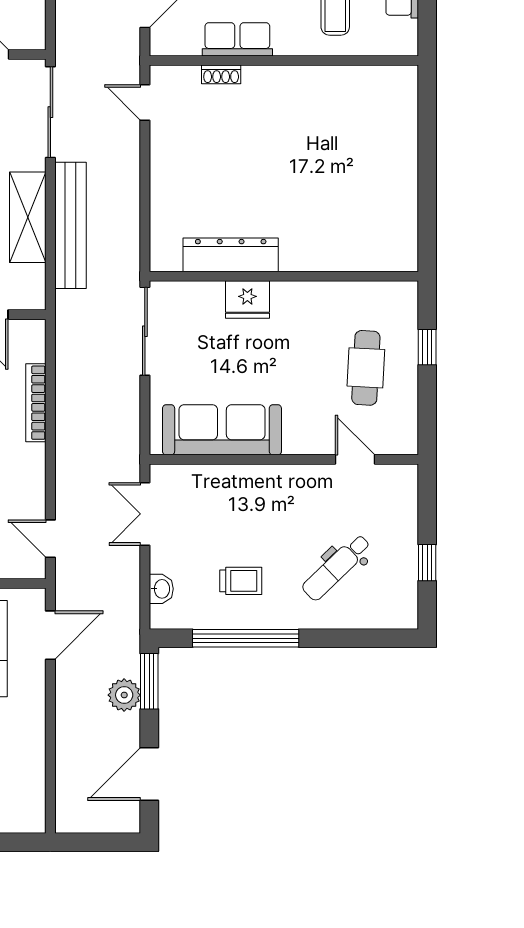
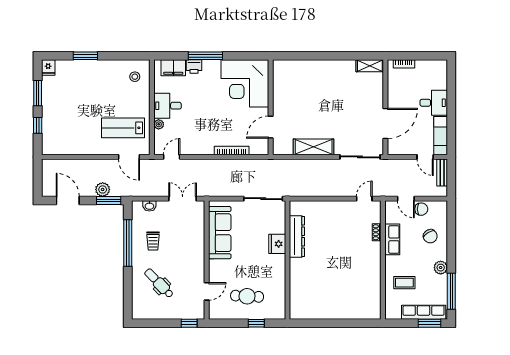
bench: (70, 225) -> (310, 166), removed
window: (427, 563) -> (189, 323), moved

